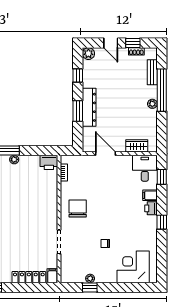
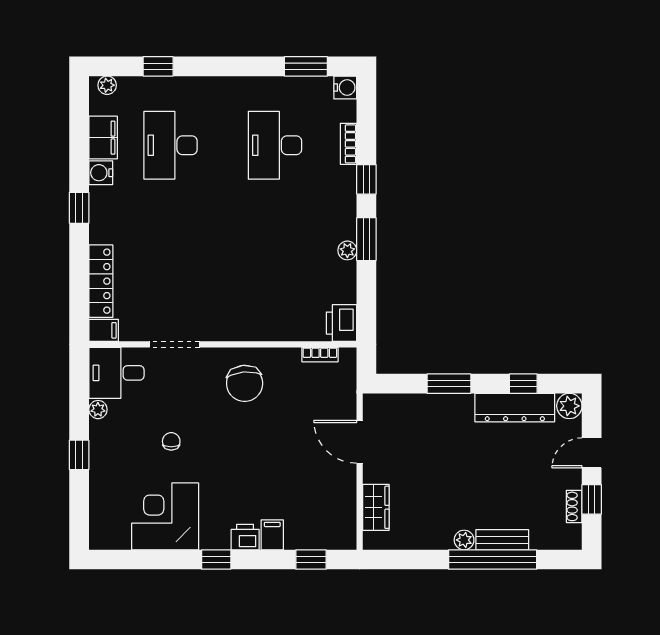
bench: (152, 72) -> (502, 540), moved
dresser: (89, 107) -> (515, 408), moved
door: (105, 154) -> (360, 442), swing flipped
desk: (145, 168) -> (116, 373), moved, turned 180
chair: (78, 209) -> (245, 383), turned 85
corner desk: (133, 267) -> (165, 516), moved, turned -90
window: (90, 287) -> (79, 455), moved

